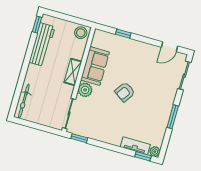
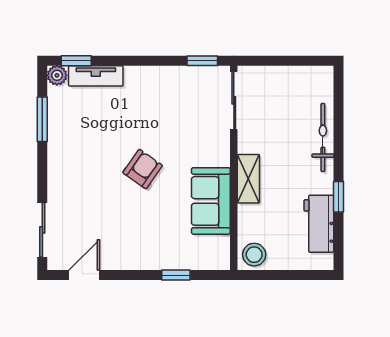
window: (37, 25) -> (339, 197), moved
workbench: (42, 45) -> (319, 224), width x0.73
plant: (85, 90) -> (217, 152), removed
bicycle: (24, 101) -> (323, 137), moved
window: (173, 117) -> (42, 119), moved

